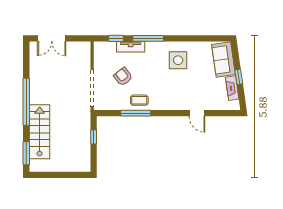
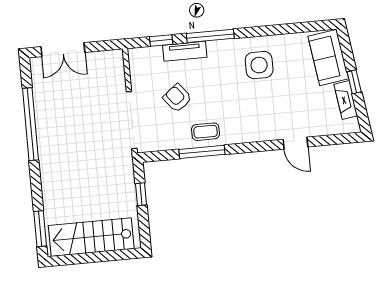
window: (26, 102) -> (31, 124), moved
stairs: (40, 132) -> (91, 237), moved, turned -90

